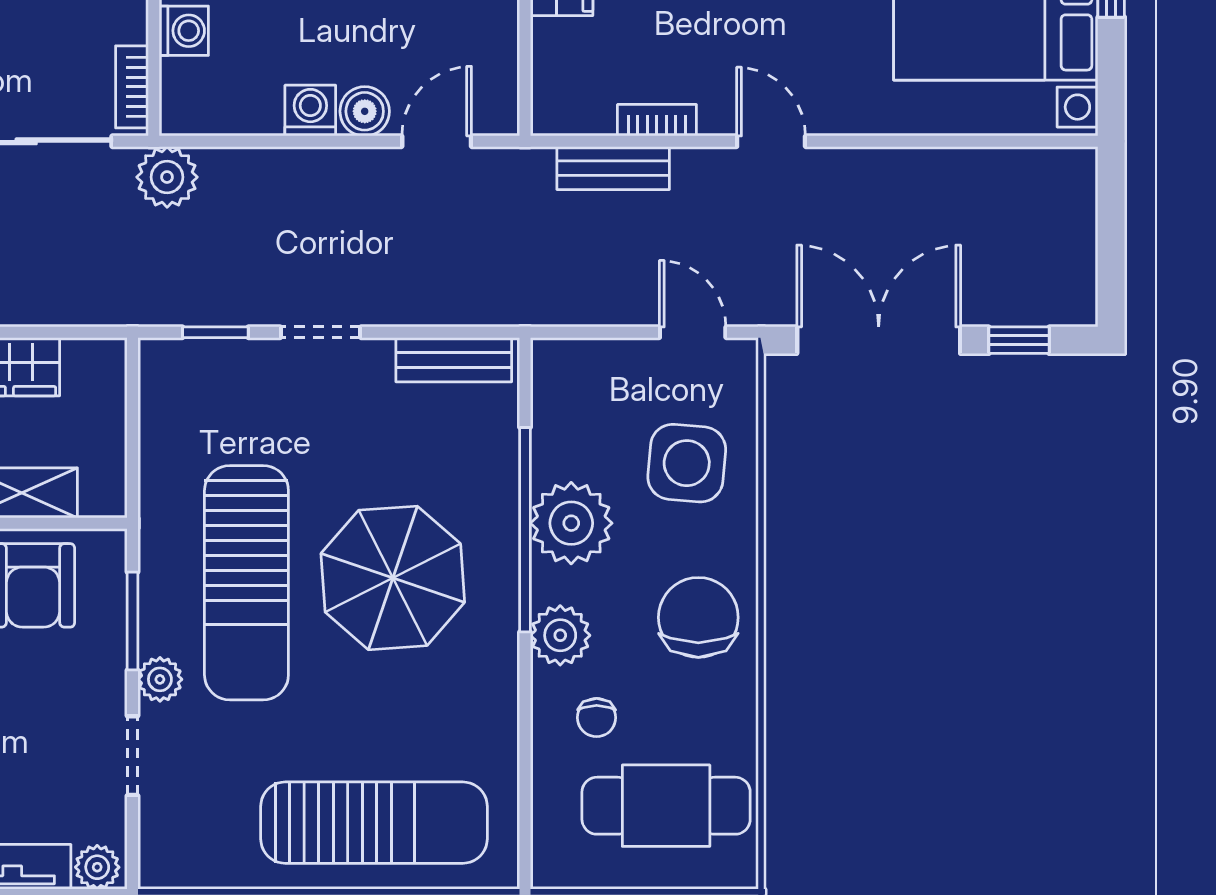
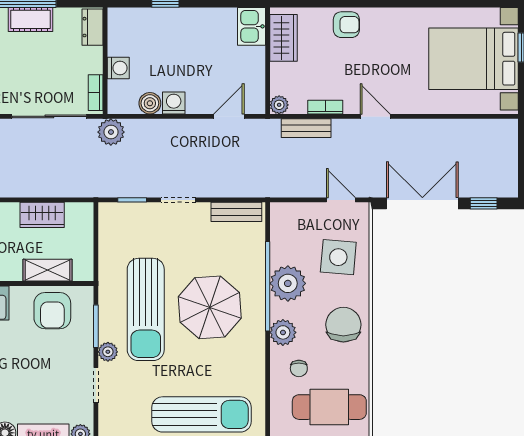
boiler: (365, 111) -> (150, 103), moved
plant: (551, 115) -> (279, 105), added

